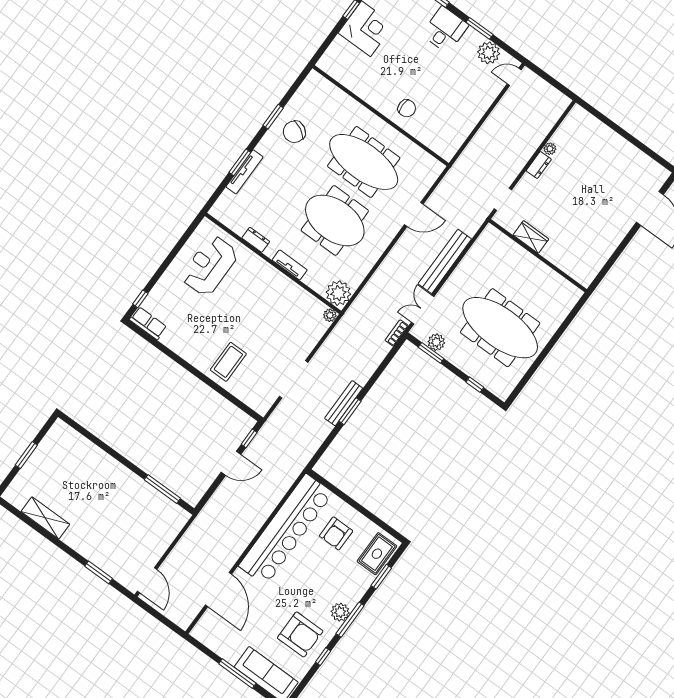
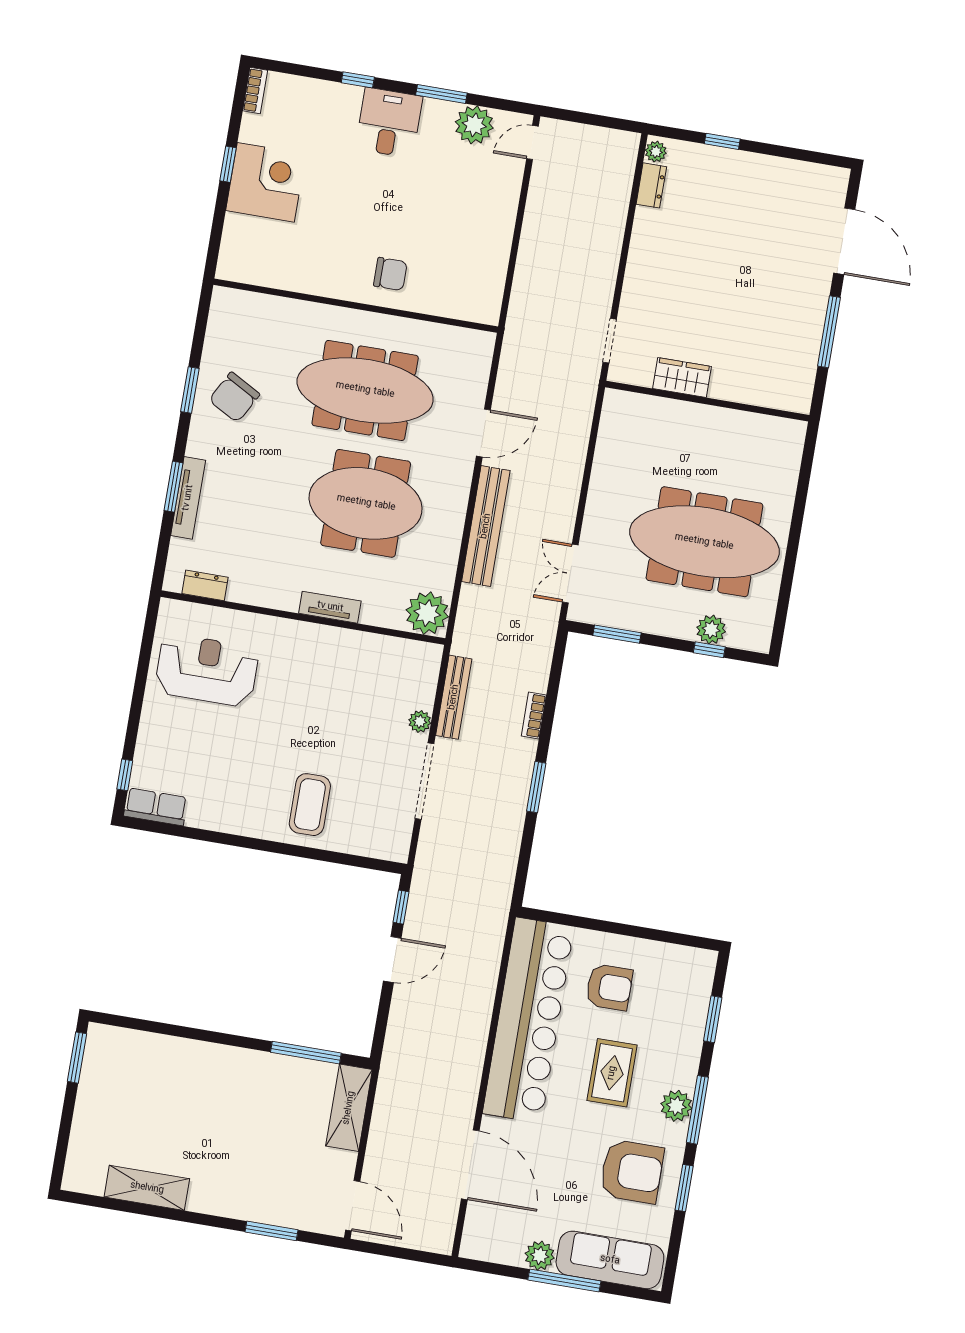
window: (612, 125) -> (722, 141), added
plant: (550, 149) -> (656, 152), moved
dresser: (539, 165) -> (651, 185), moved
dresser: (256, 240) -> (205, 585), moved
window: (619, 251) -> (829, 332), added
bench: (445, 261) -> (486, 526), moved
reception desk: (210, 266) -> (207, 670), turned 90
plant: (330, 315) -> (420, 721), moved
bookcase: (397, 333) -> (534, 715), moved
plant: (436, 342) -> (711, 629), moved
bench: (344, 403) -> (454, 697), moved
window: (26, 455) -> (77, 1058), moved
shelving: (171, 529) -> (349, 1108), added
armchair: (336, 533) -> (609, 987), turned -90
rug: (377, 554) -> (612, 1073), moved
plant: (231, 654) -> (540, 1256), added
window: (323, 657) -> (684, 1188), width x1.50

